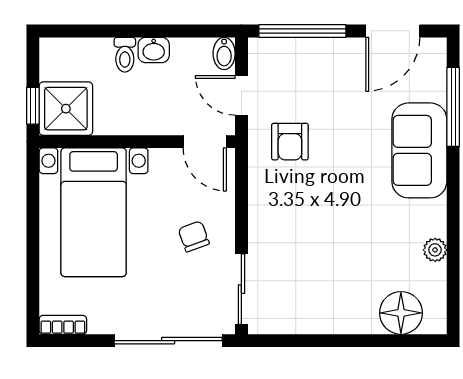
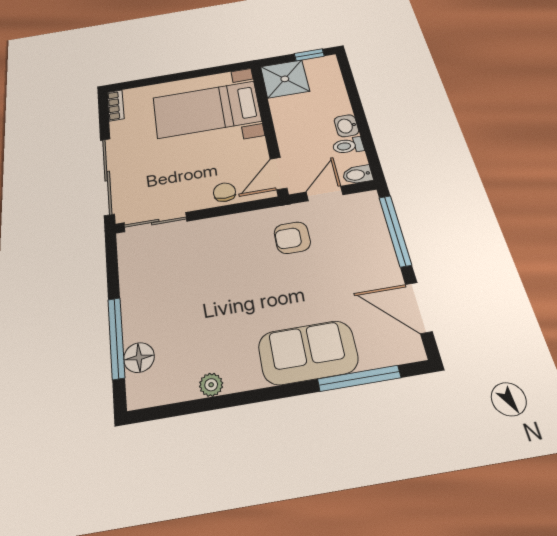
toilet: (125, 55) -> (348, 146), moved
window: (33, 106) -> (309, 55), moved
chair: (194, 236) -> (224, 192), moved, turned -70
floor lamp: (401, 313) -> (139, 357), width x0.73, depth x0.73
window: (370, 341) -> (116, 338), added

